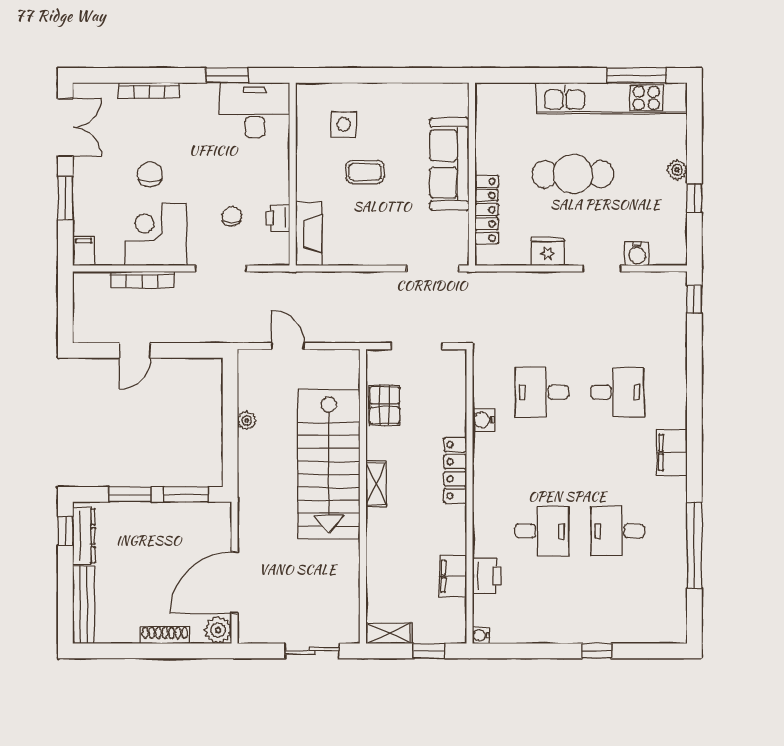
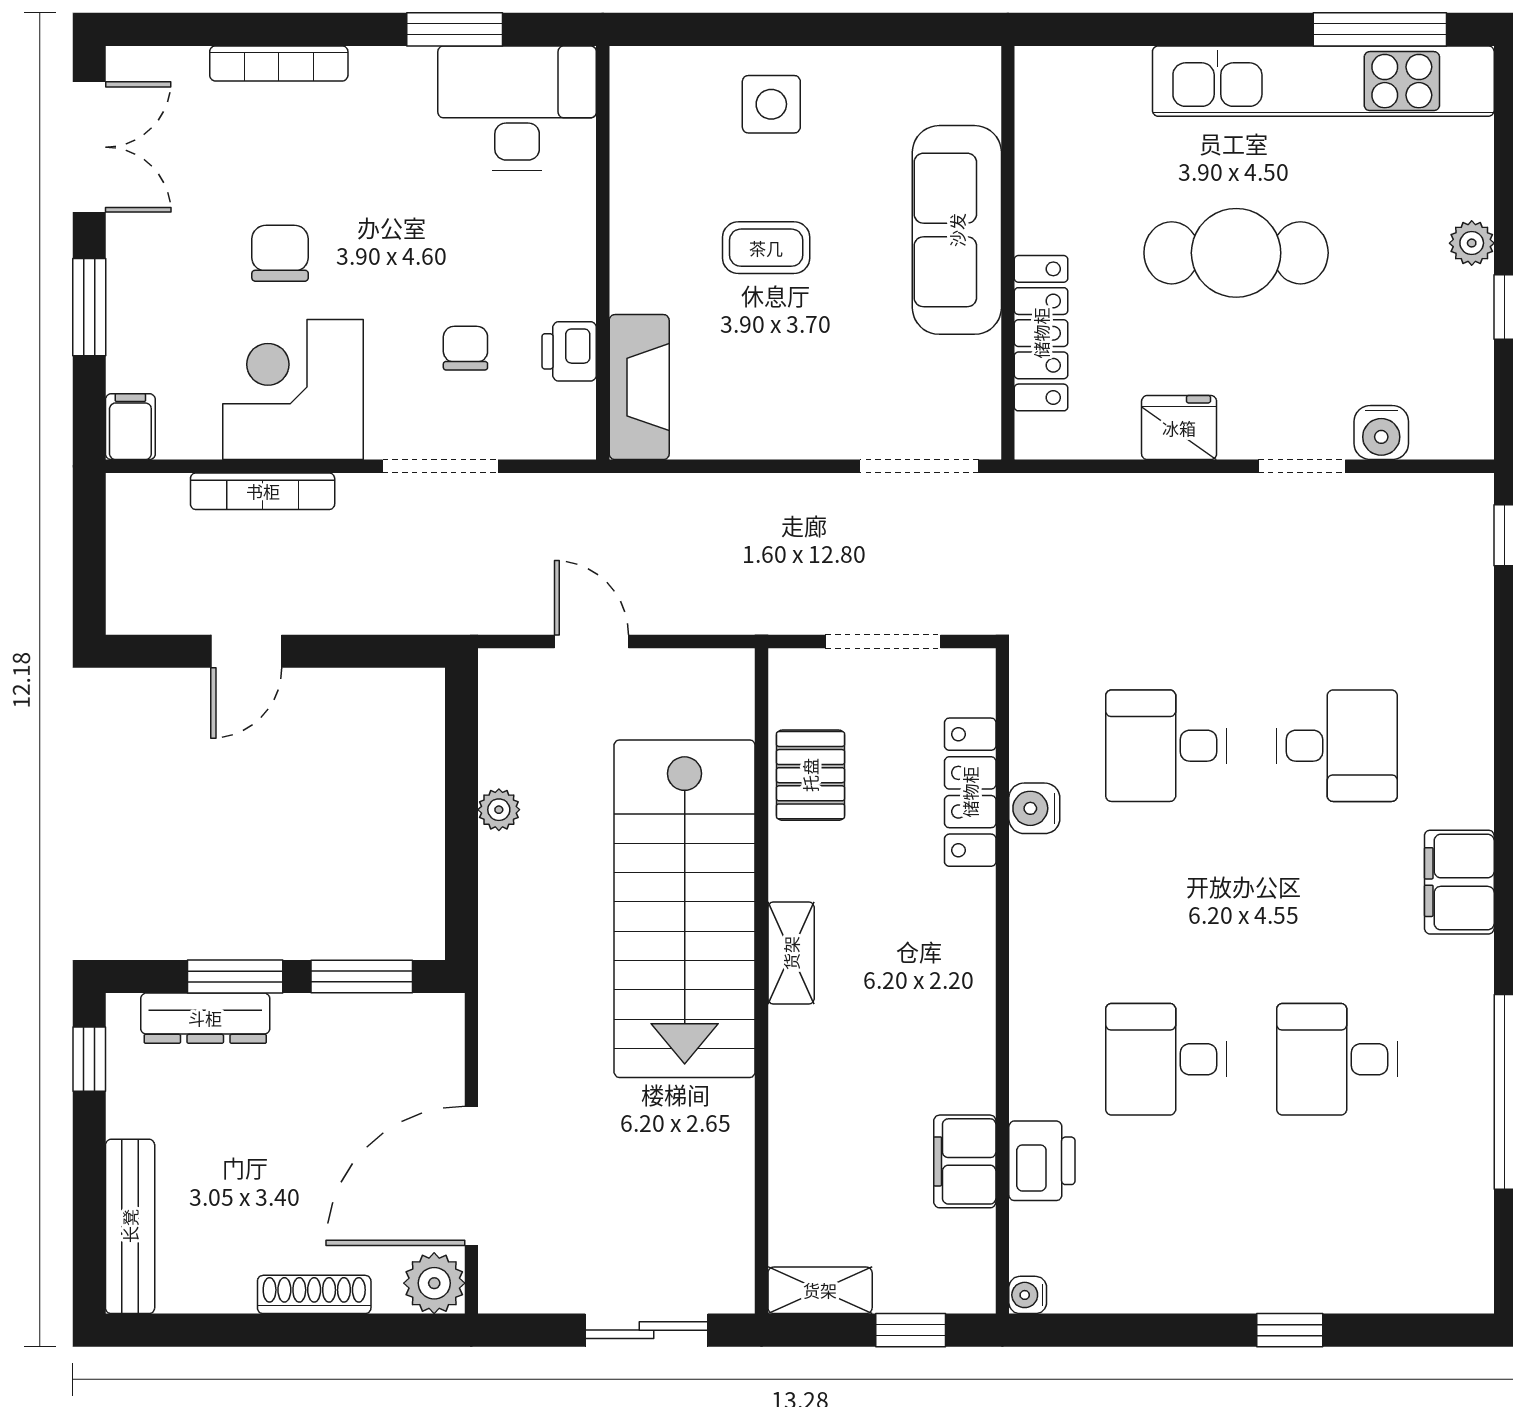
side table: (344, 124) -> (771, 104), moved
locker: (455, 470) -> (970, 792), moved
desk: (542, 531) -> (1166, 1059), turned 180
dresser: (84, 536) -> (205, 1018), moved, turned 90

